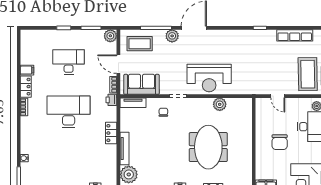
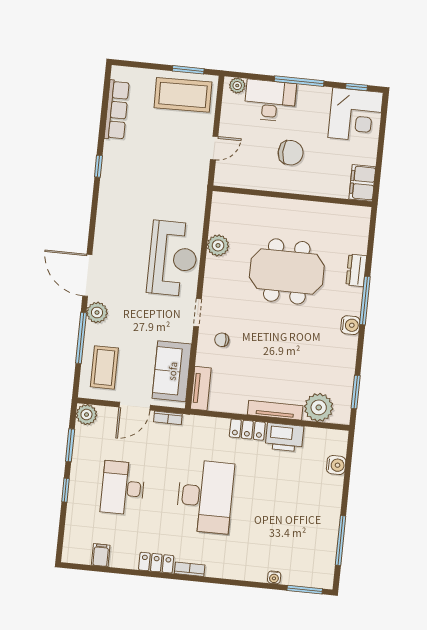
filing cabinet: (27, 70) -> (101, 555), moved
printer: (111, 100) -> (284, 437), moved, width x1.87, depth x1.48
desk: (69, 112) -> (205, 496), turned 180

